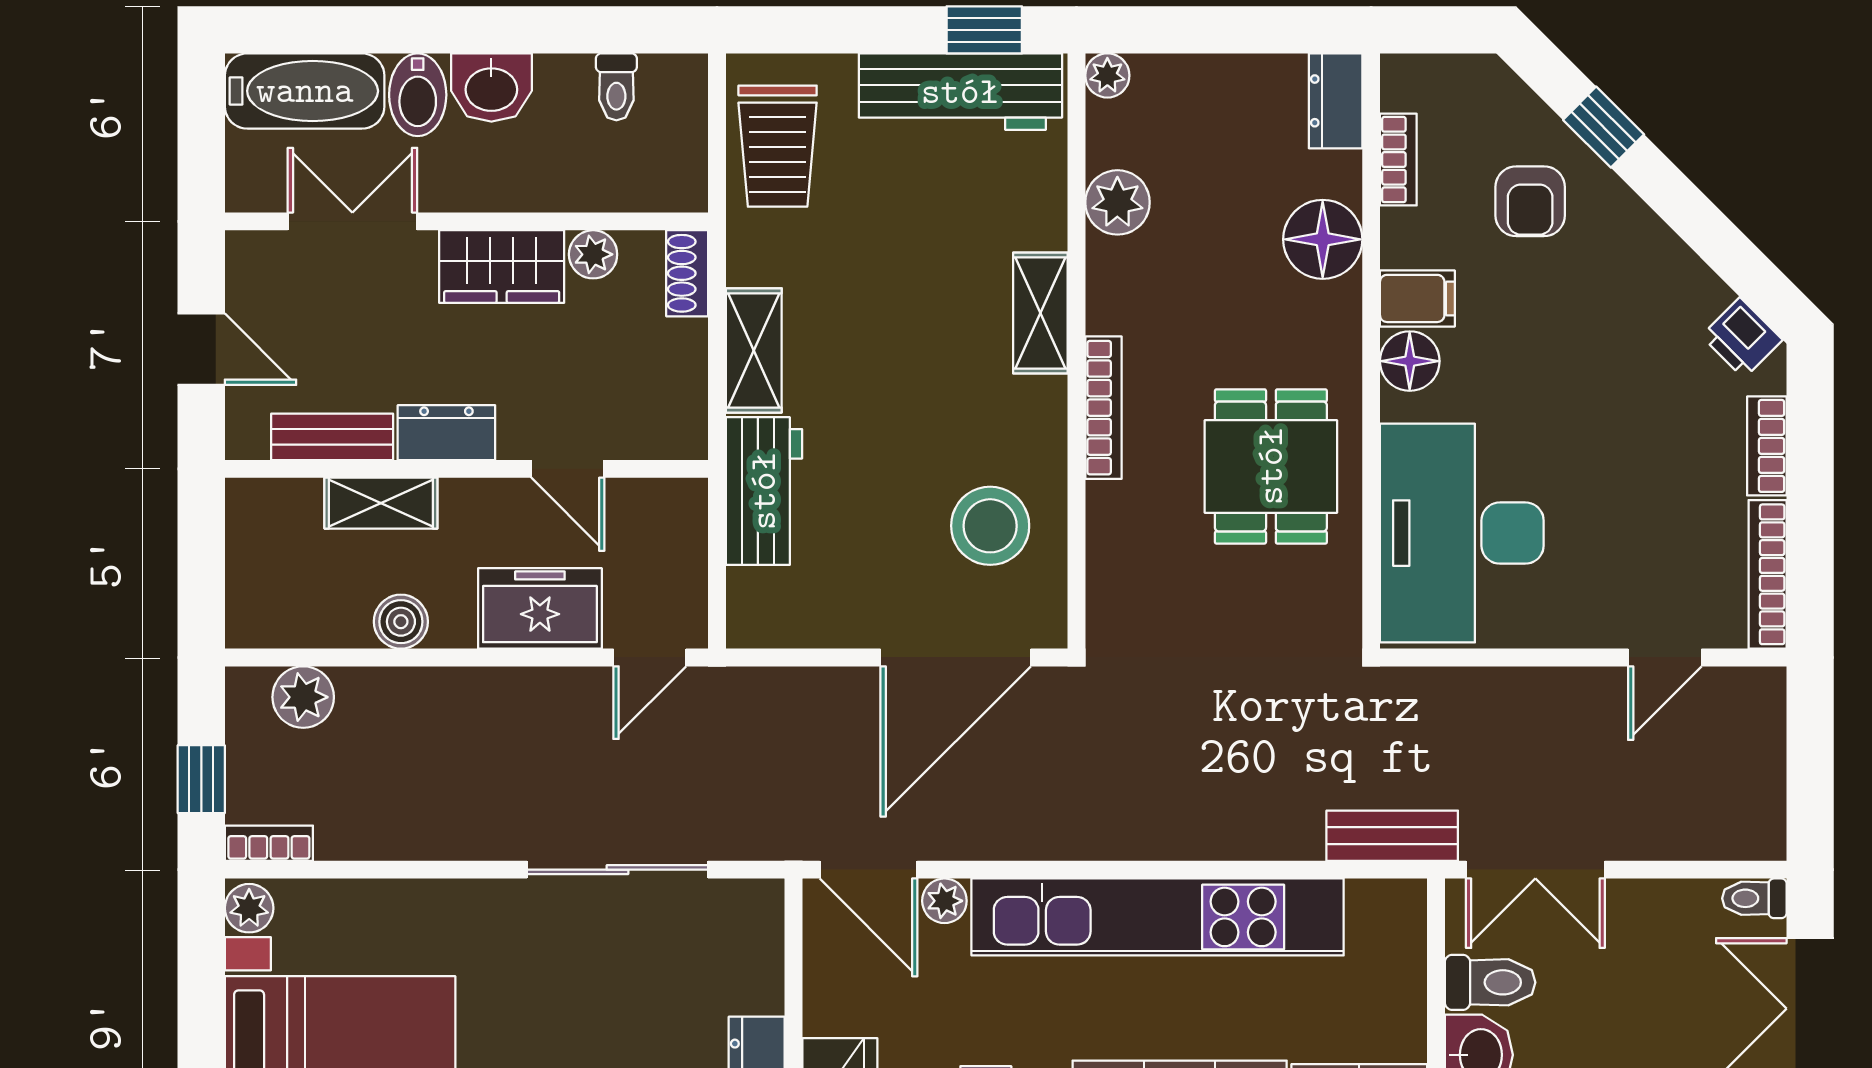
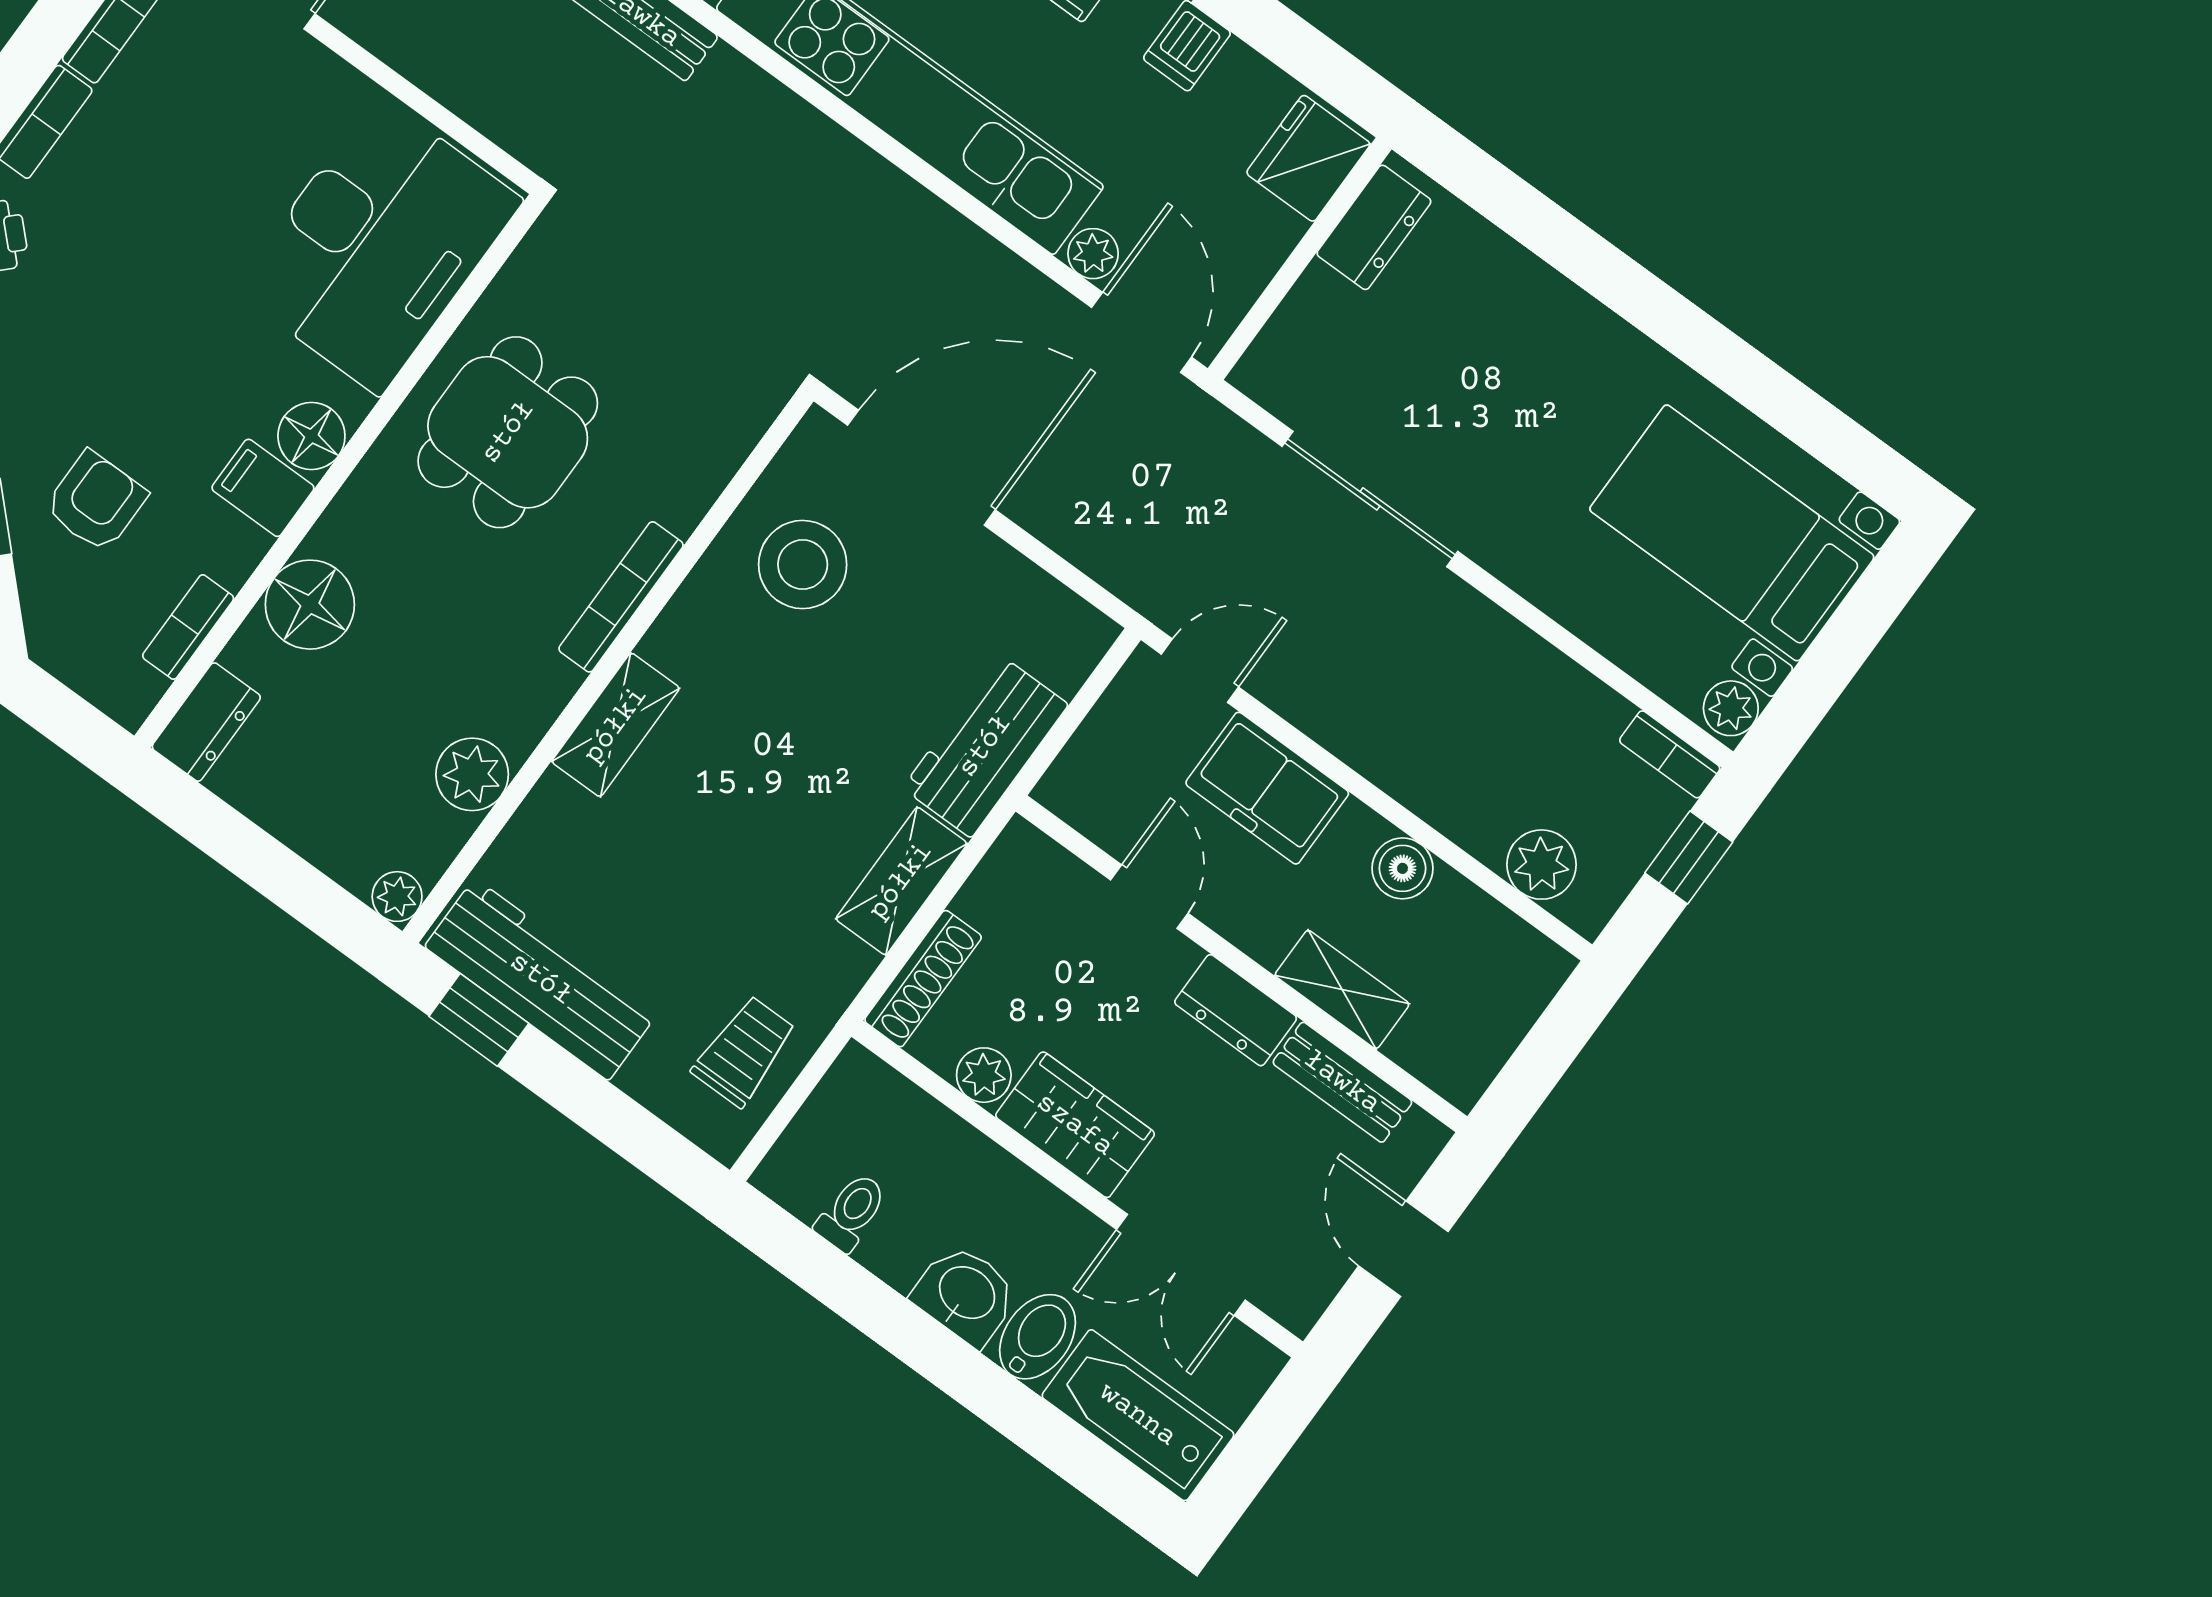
trolley: (778, 146) -> (744, 1051), width x0.73, depth x0.72
shoe rack: (687, 273) -> (923, 979), width x1.43

